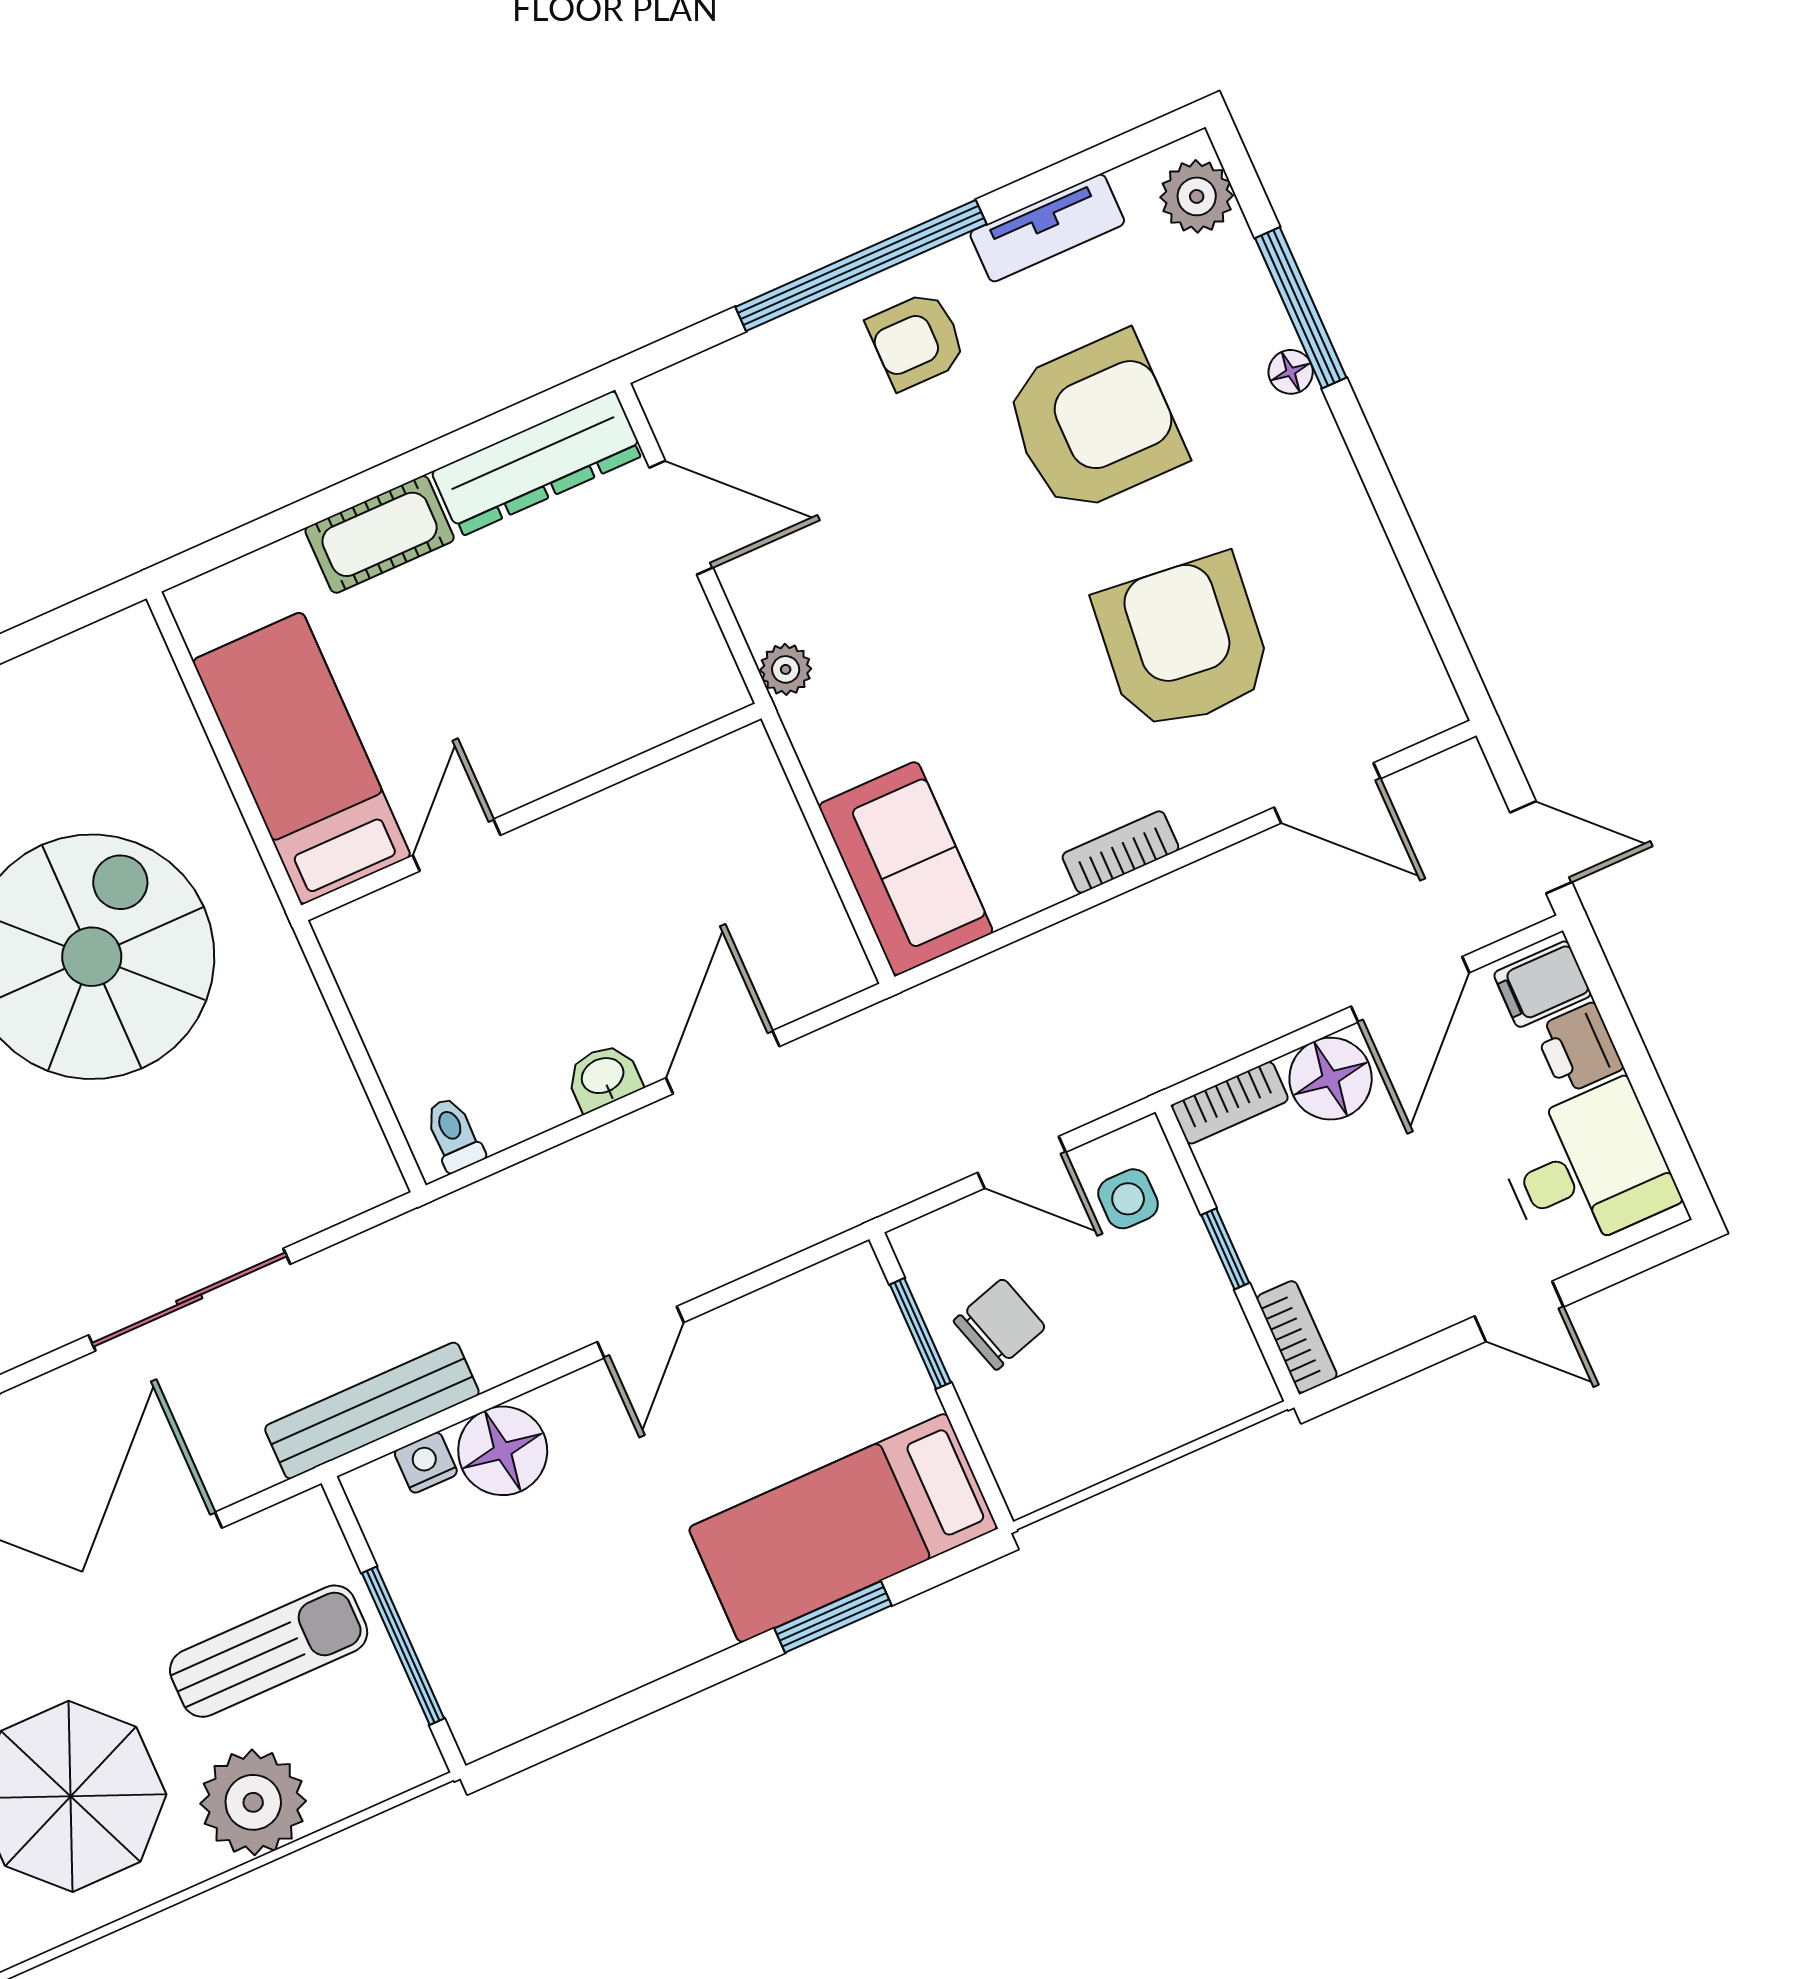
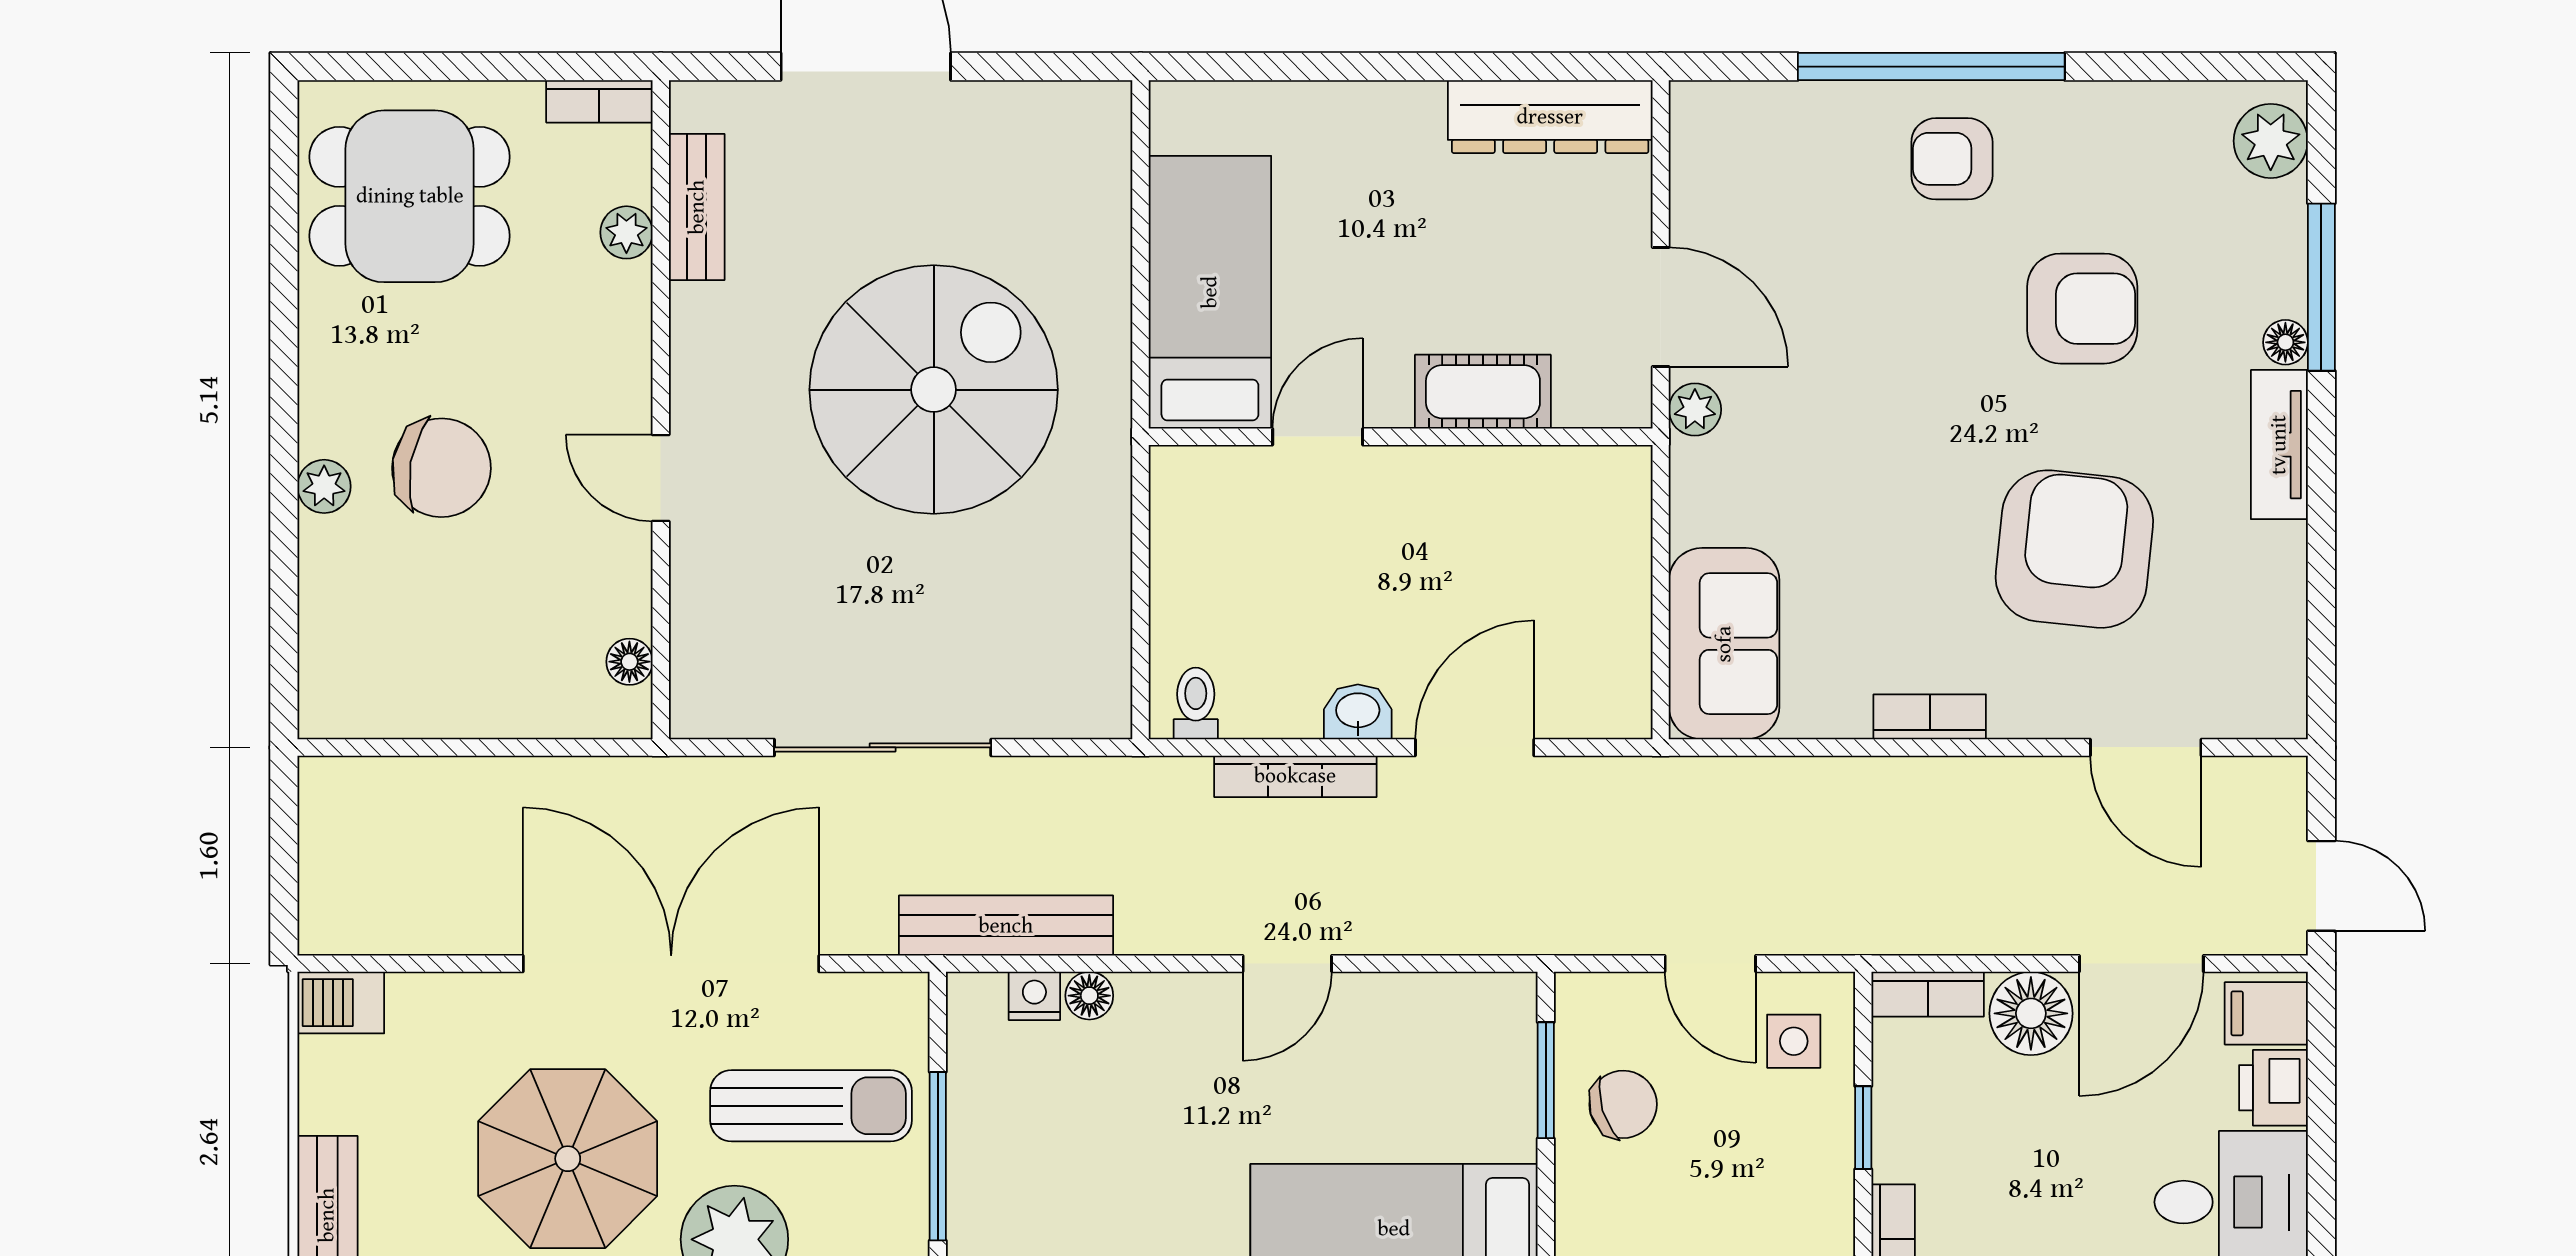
tv unit: (1047, 228) -> (2279, 445), moved, turned 90
armchair: (1094, 423) -> (2082, 309), width x0.73, depth x0.73
door: (681, 518) -> (1661, 307), moved
cot: (380, 534) -> (1483, 392), moved
bookcase: (573, 1160) -> (1295, 776), added
floor lamp: (503, 1451) -> (1089, 996), width x0.53, depth x0.53

